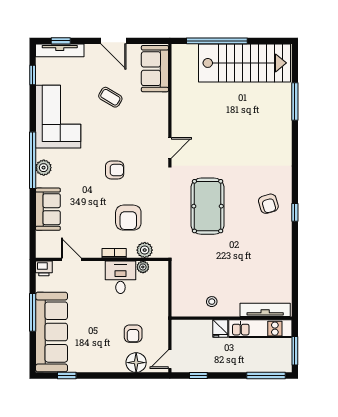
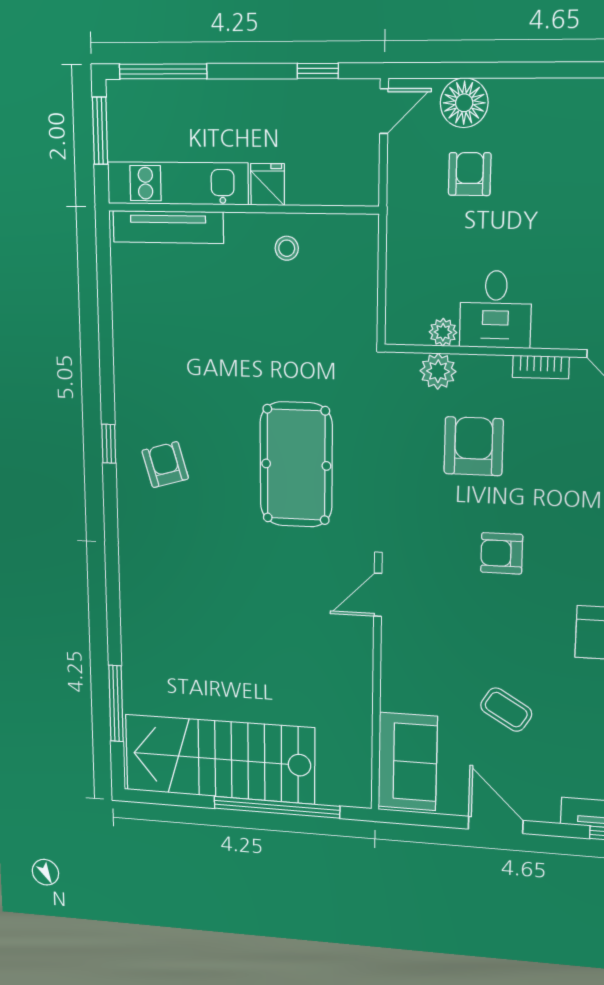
window: (295, 101) -> (116, 704), moved
bookcase: (114, 253) -> (541, 367), moved

